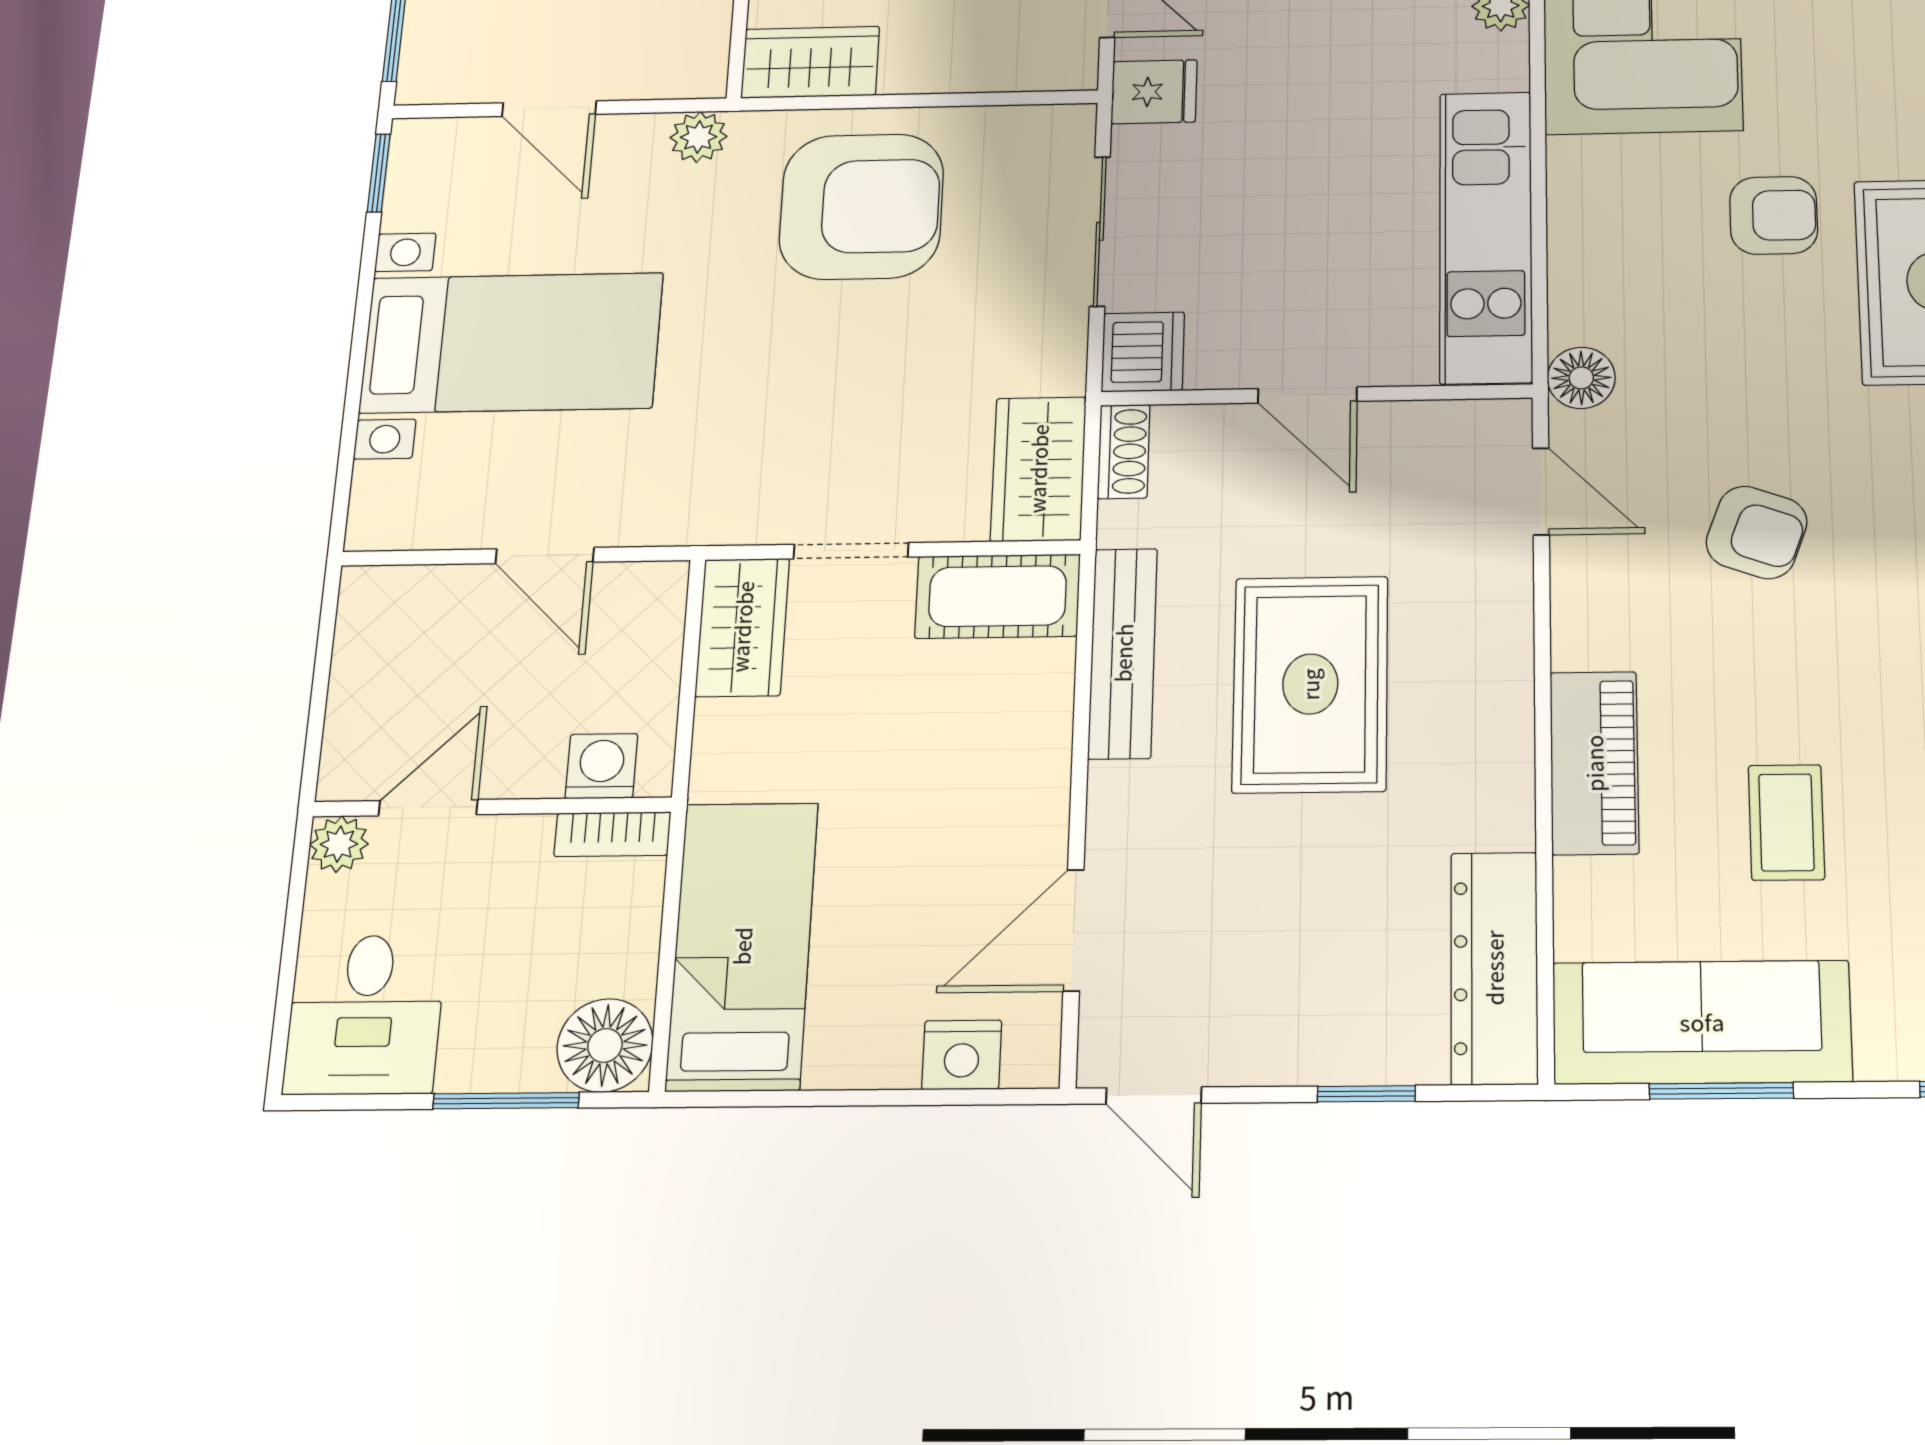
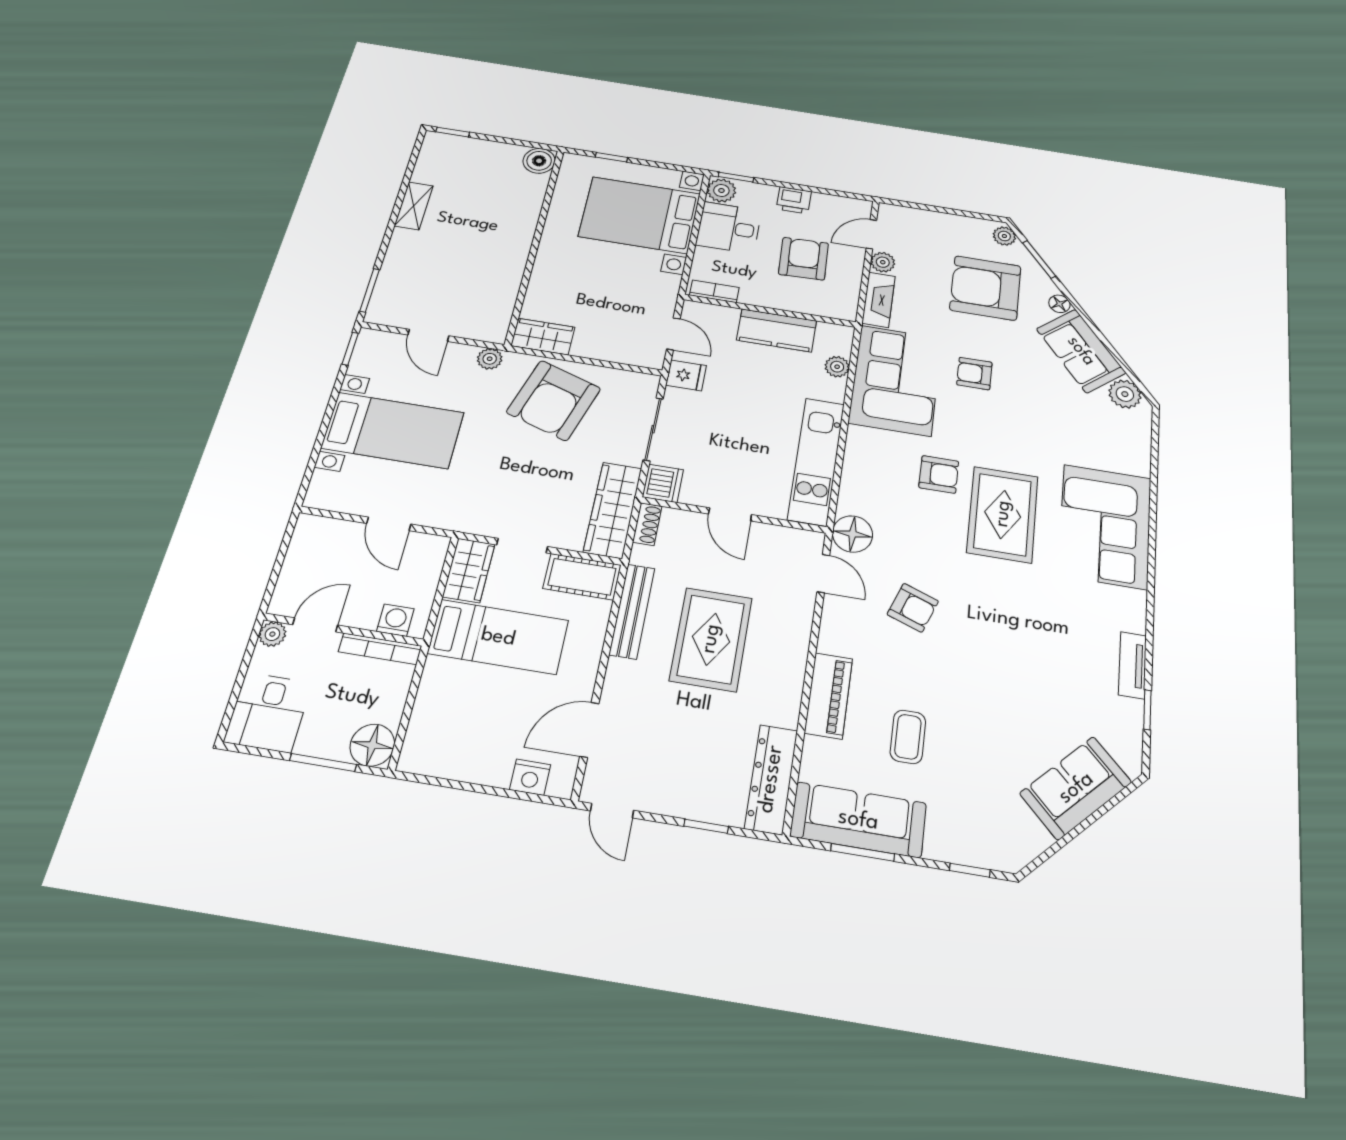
armchair: (861, 206) -> (554, 400), turned 108
floor lamp: (1581, 378) -> (852, 534), width x1.38, depth x1.38
wardrobe: (1038, 469) -> (613, 510), width x1.50
bookcase: (612, 834) -> (380, 649), width x1.56
bed: (742, 946) -> (498, 637), moved, turned 90

